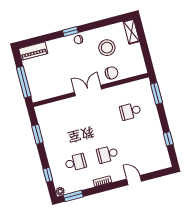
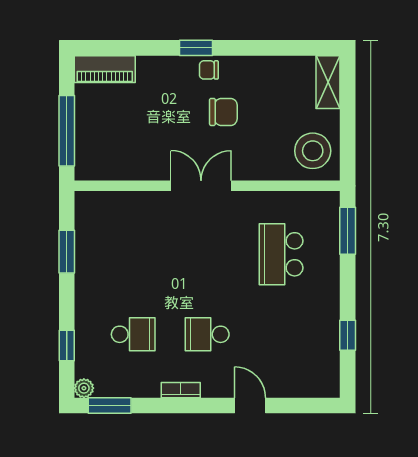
stool: (107, 48) -> (313, 151), moved
chair: (111, 73) -> (223, 112), moved
school desk: (130, 111) -> (281, 254), width x1.85

